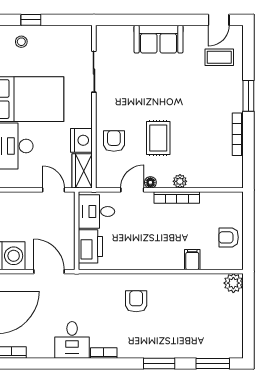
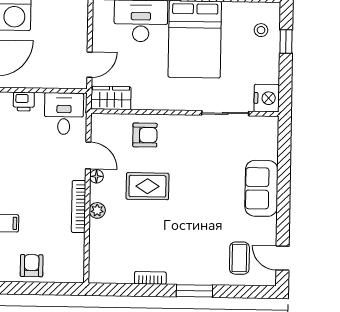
bookcase: (238, 134) -> (150, 278), width x0.64
nightstand: (81, 140) -> (267, 98), moved, turned -90
printer: (90, 246) -> (24, 102), width x0.53, depth x0.68

